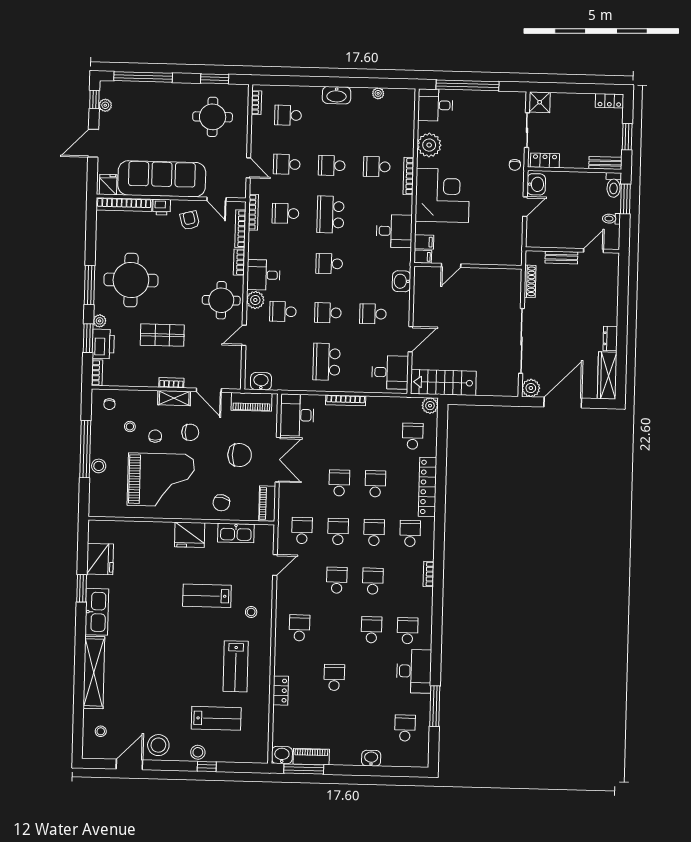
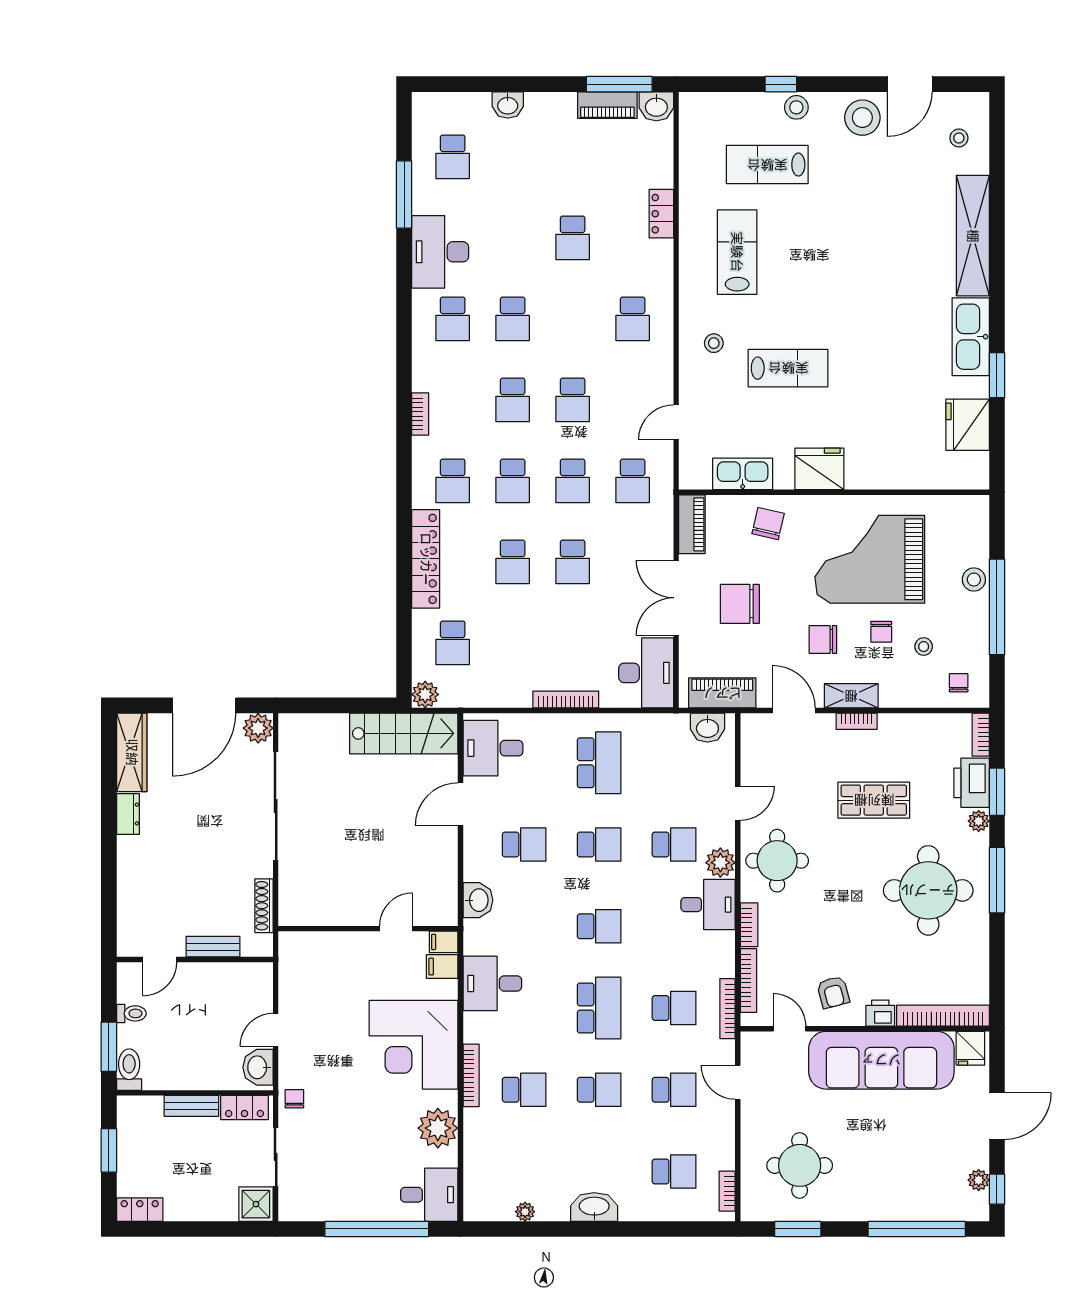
bench: (605, 163) -> (191, 1106), moved

